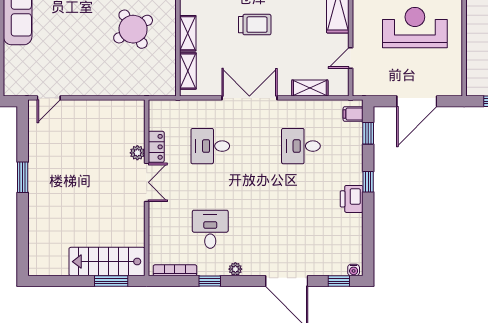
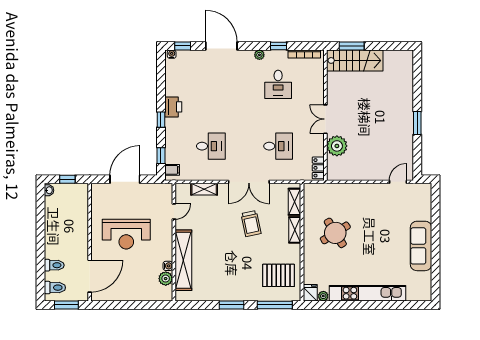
trolley: (255, 25) -> (251, 224), moved, turned -102
locker: (156, 147) -> (318, 168), moved
plant: (137, 153) -> (337, 146), width x1.87, depth x1.87

